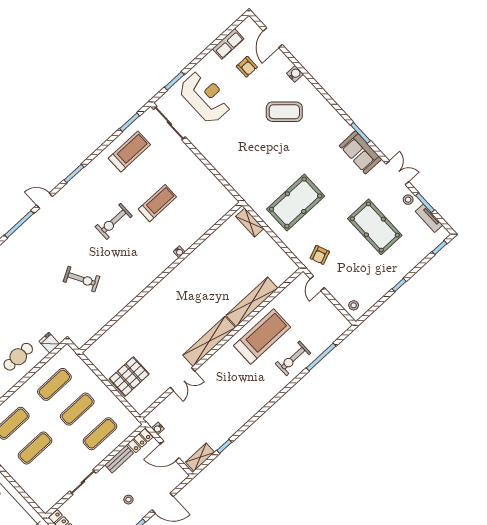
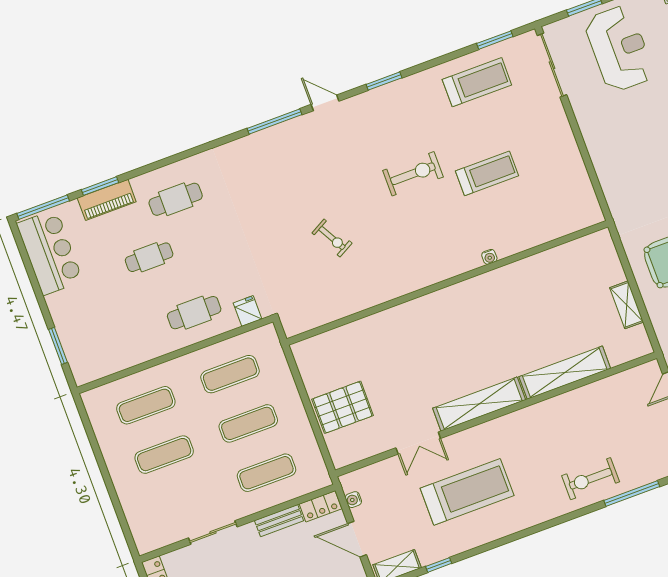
exercise bike: (114, 221) -> (413, 174), turned 180
shelving: (250, 222) -> (627, 305), moved
exercise bike: (82, 279) -> (332, 238), width x0.73, depth x0.72
treadmill: (262, 336) -> (467, 492), moved

